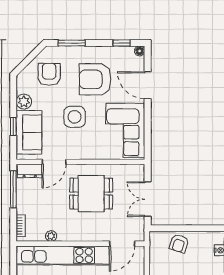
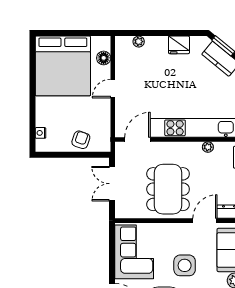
dining table: (91, 194) -> (168, 189), width x1.38
double door: (148, 199) -> (112, 184), swing flipped

